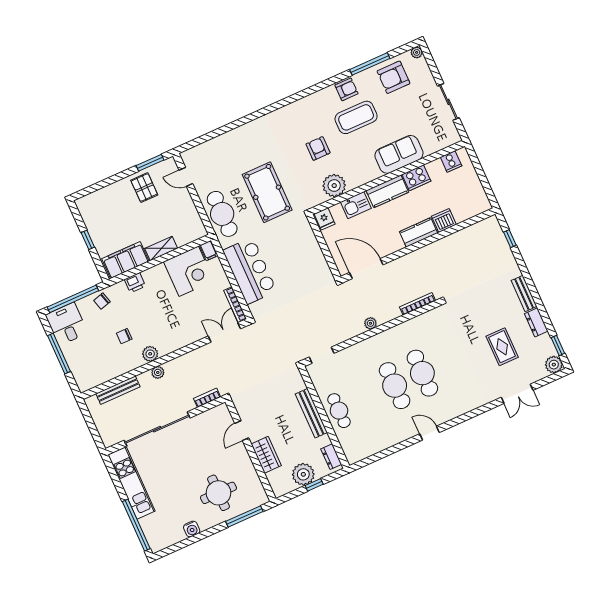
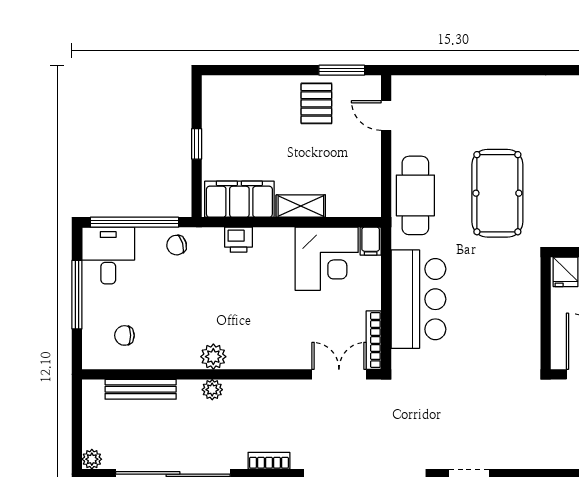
plant: (370, 323) -> (92, 459), moved
chair: (124, 336) -> (124, 335), moved

